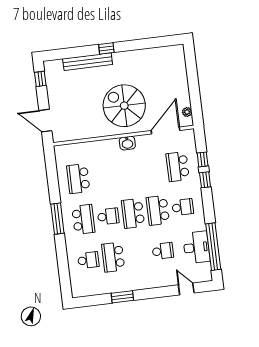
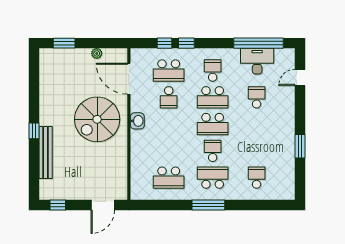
window: (191, 66) -> (64, 43), added
plant: (187, 112) -> (97, 53), moved
school desk: (113, 257) -> (169, 97), moved, width x0.54

